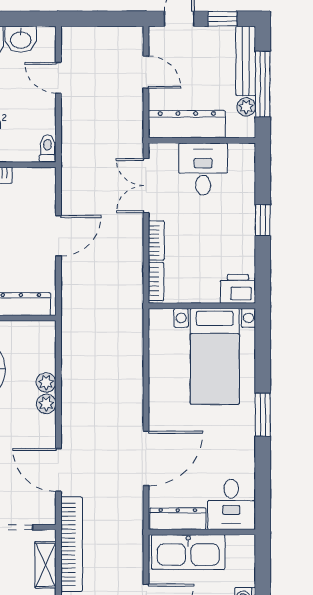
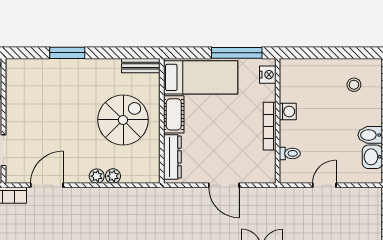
door: (58, 78) -> (324, 185), moved
toilet: (48, 149) -> (290, 153), moved

